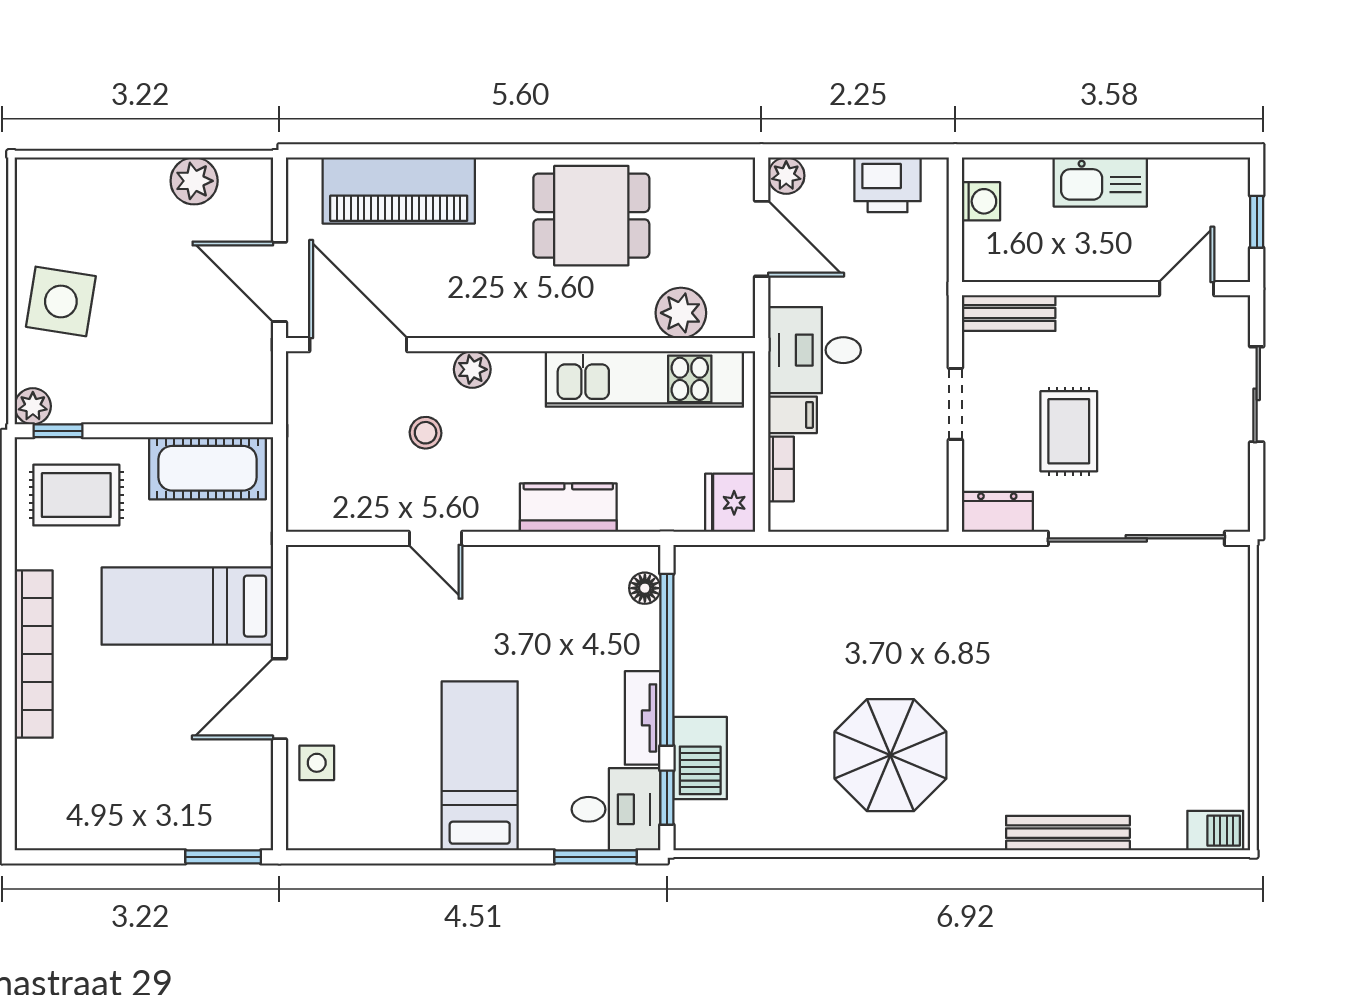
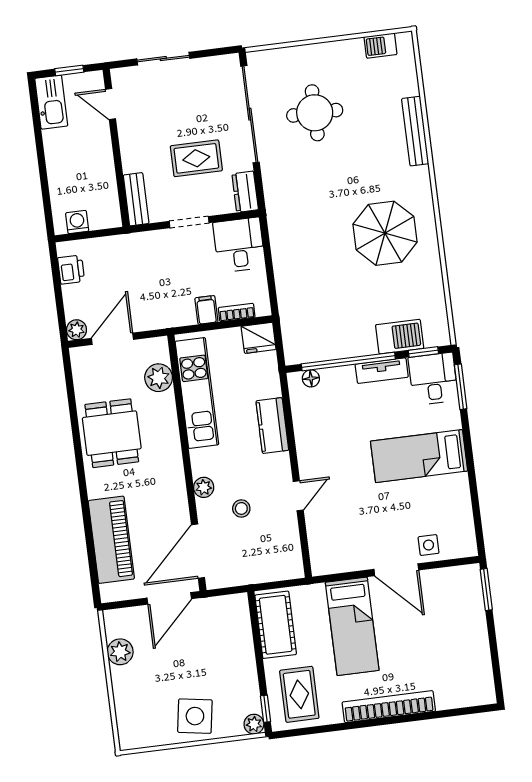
kitchen sink: (1100, 182) -> (51, 102), moved
printer: (888, 185) -> (71, 270), width x0.73, depth x0.81
desk: (814, 350) -> (239, 245), moved, turned 180
round table: (1124, 656) -> (315, 113), added
barbecue: (1215, 831) -> (380, 46), moved, turned -90

